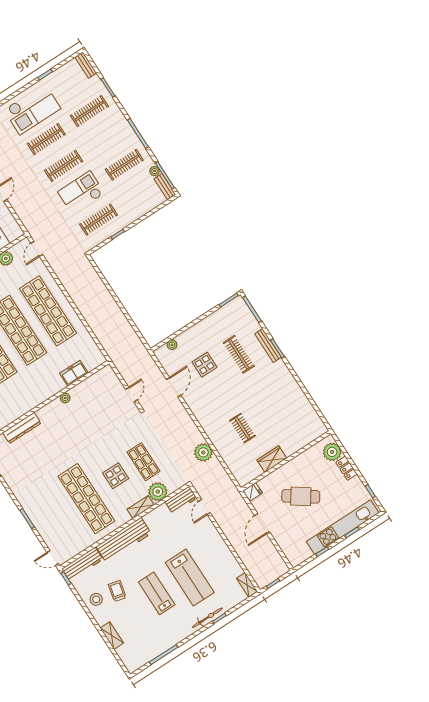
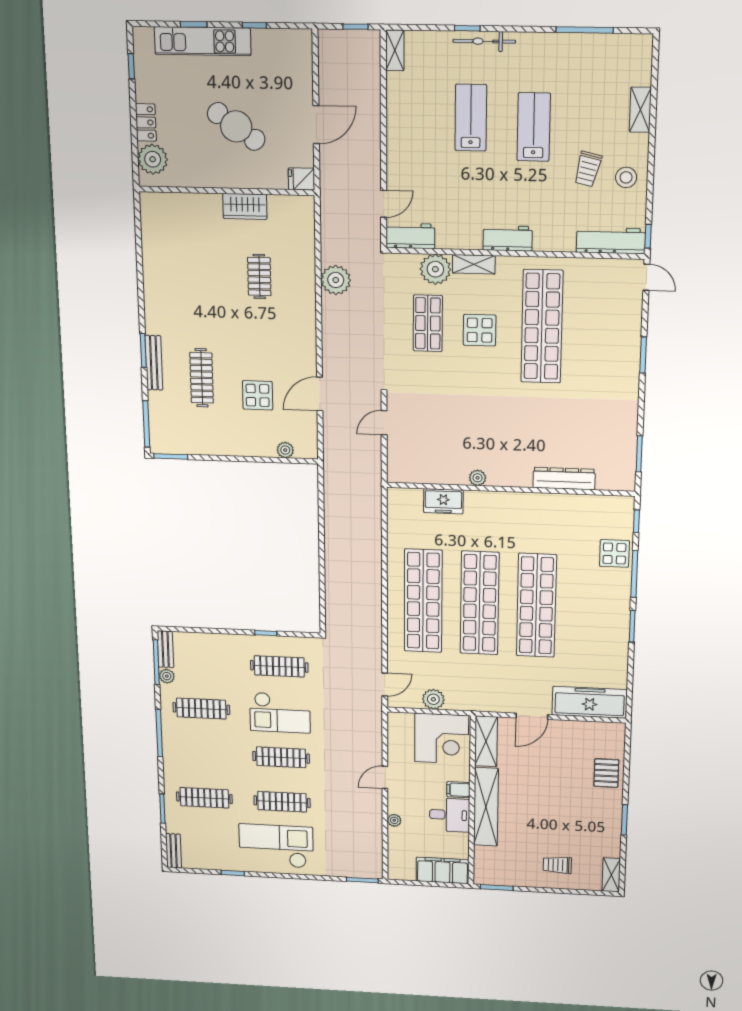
kitchen unit: (343, 527) -> (203, 41), width x0.73
workbench: (124, 540) -> (508, 238), width x0.53, depth x0.76
lab bench: (190, 578) -> (471, 118), width x0.73, depth x0.72
lab bench: (157, 593) -> (534, 127), turned 180

